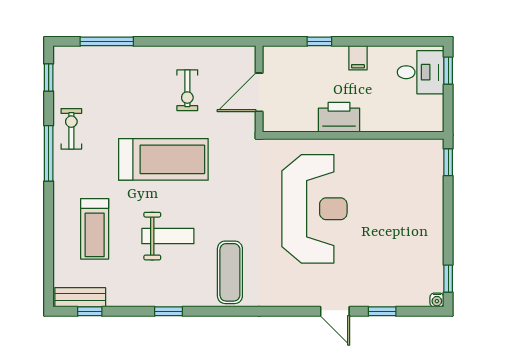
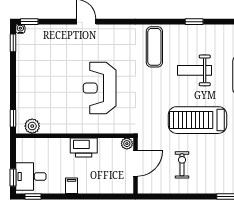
window: (319, 41) -> (33, 197), moved
plant: (272, 123) -> (127, 144), added
plant: (418, 150) -> (32, 126), added
reception desk: (314, 209) -> (100, 88), width x0.74, depth x0.77
window: (382, 311) -> (29, 22), moved

